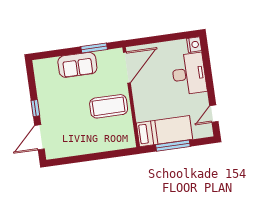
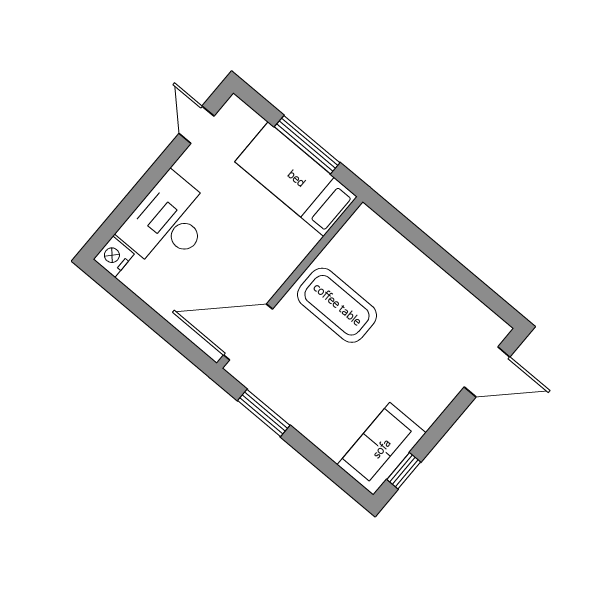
sofa: (77, 65) -> (382, 449), moved, turned -90
window: (35, 108) -> (404, 471), moved
door: (214, 114) -> (196, 125), swing flipped

